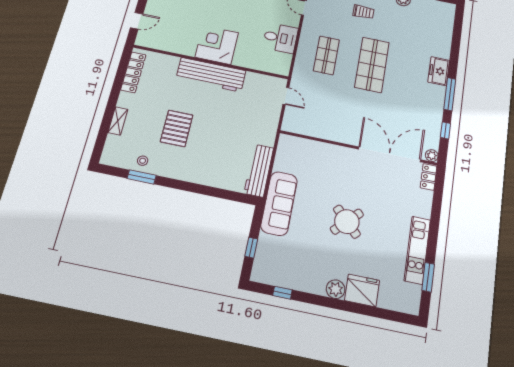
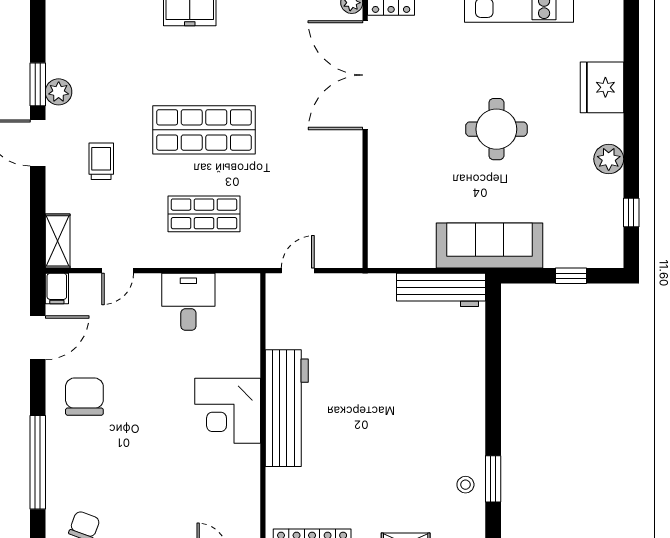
pallet: (177, 128) -> (397, 443), removed
round table: (347, 222) -> (496, 129), turned 45
plant: (336, 289) -> (609, 159), moved

